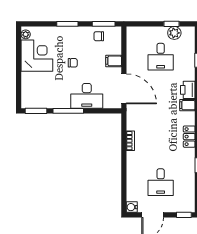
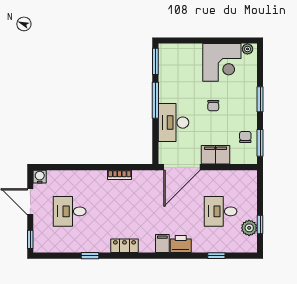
filing cabinet: (114, 61) -> (216, 155), width x2.00

